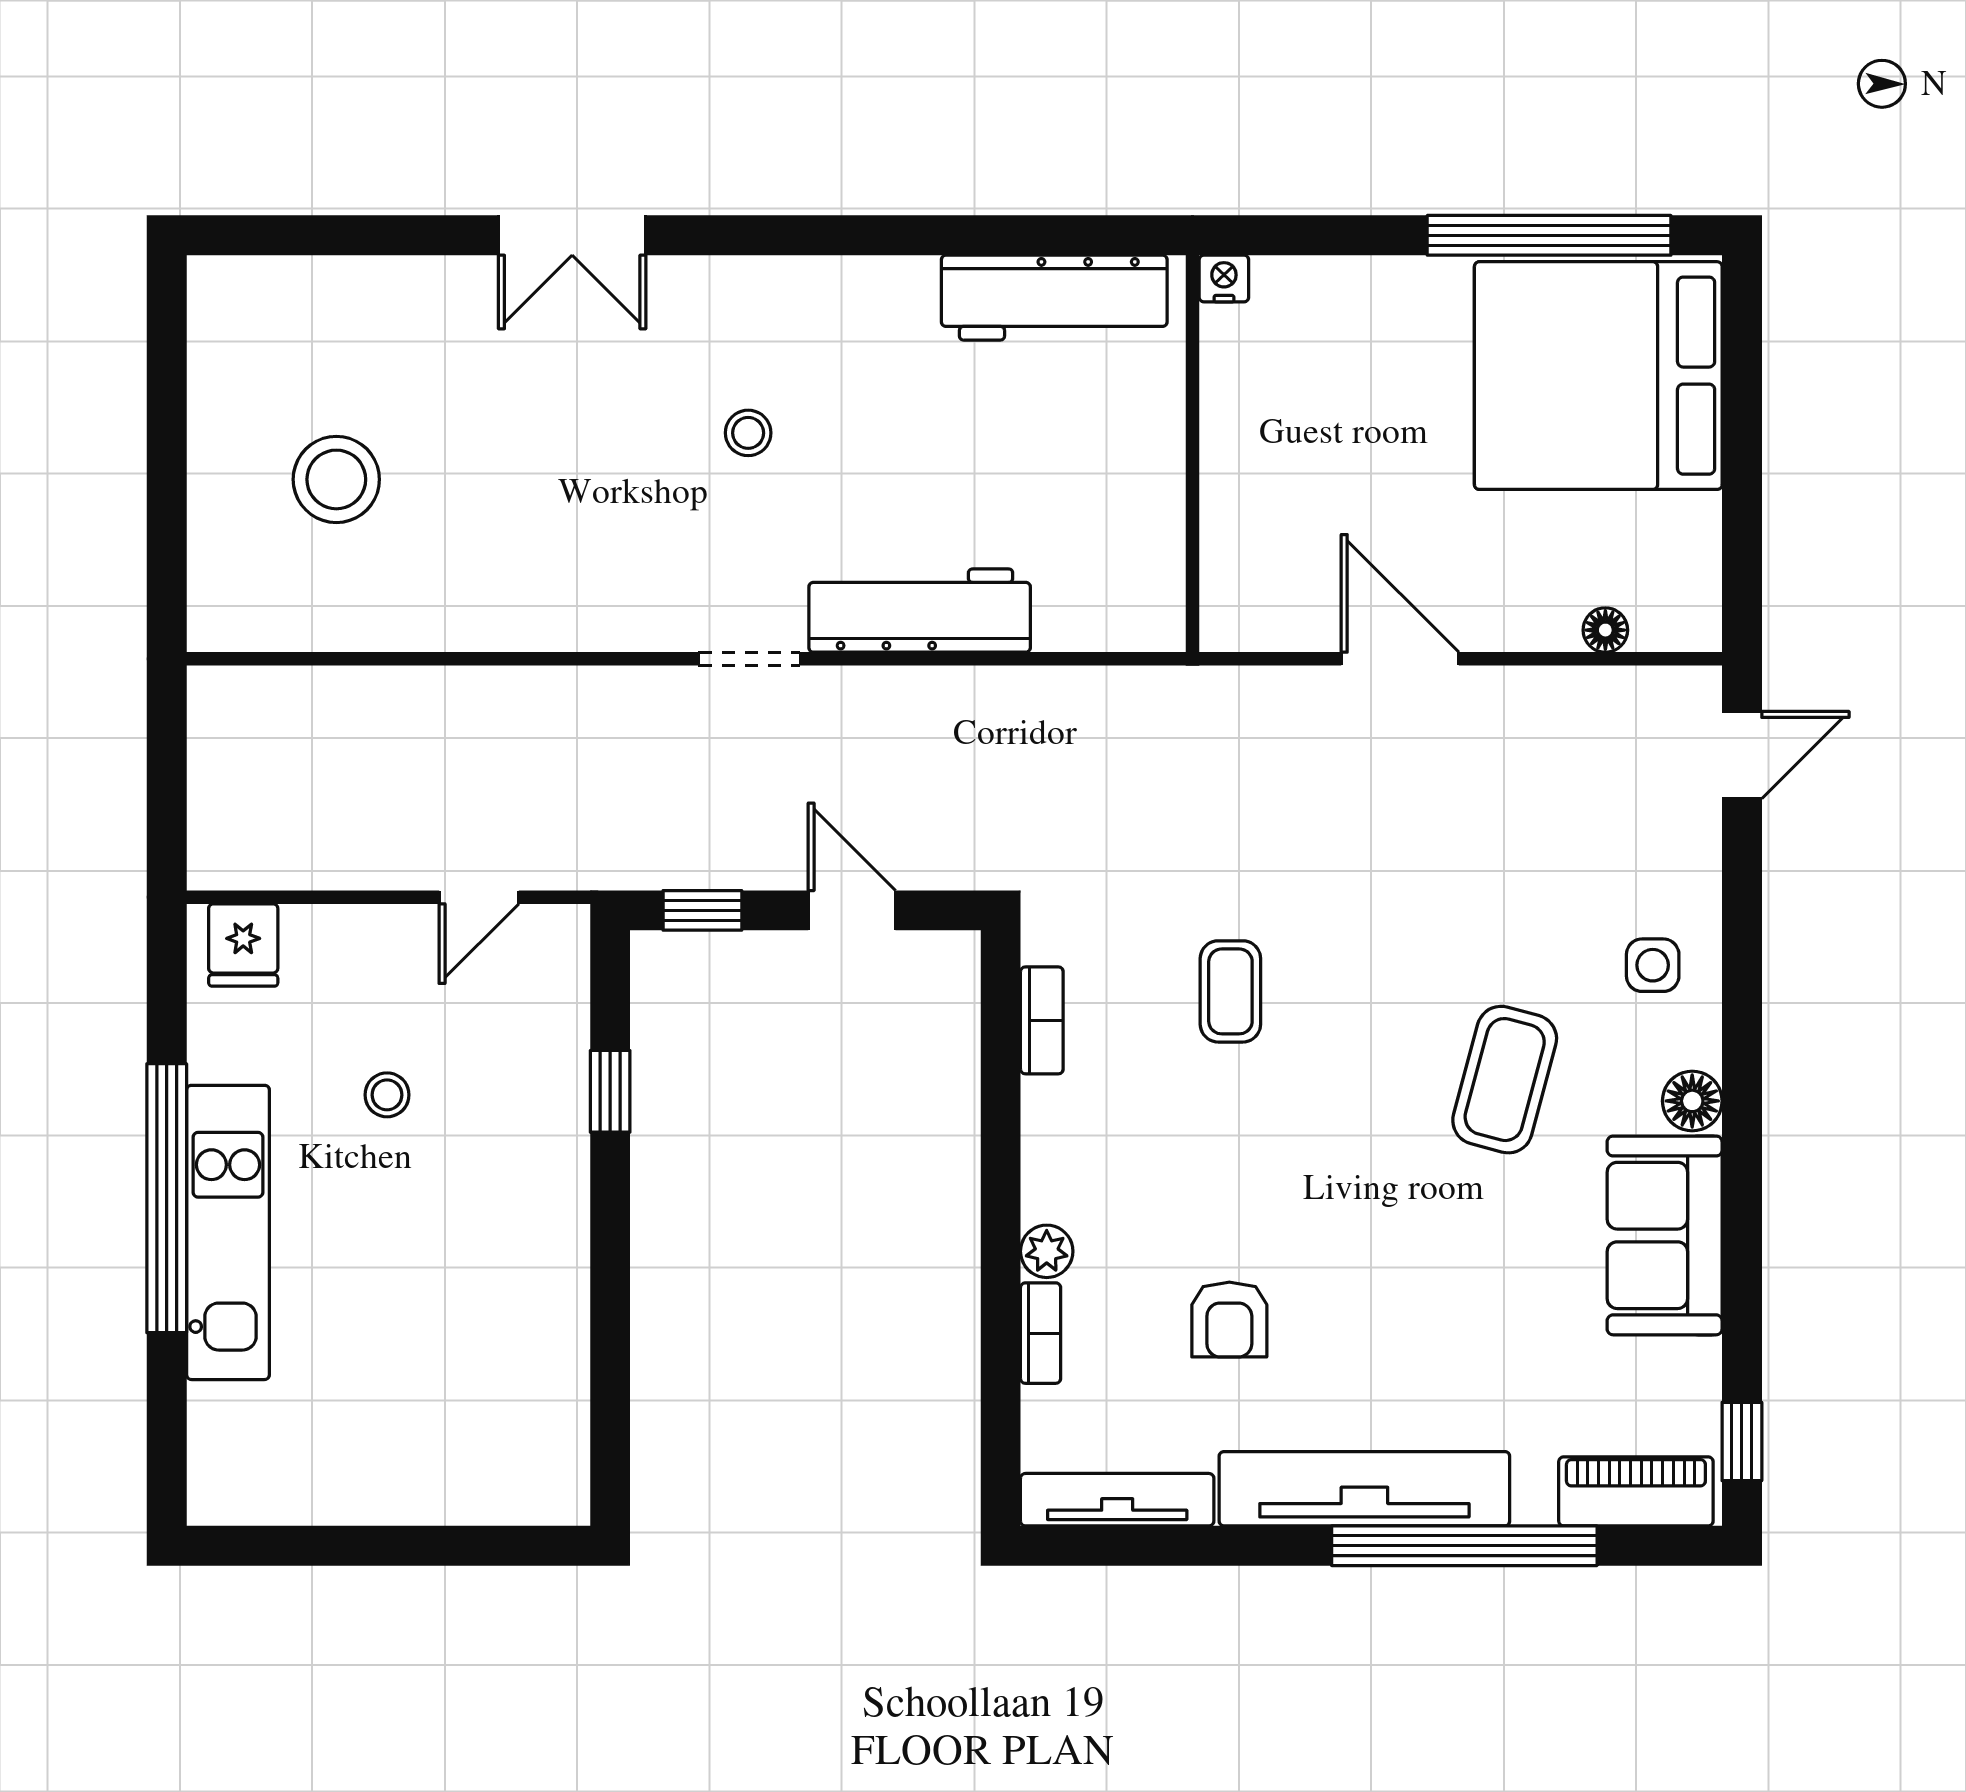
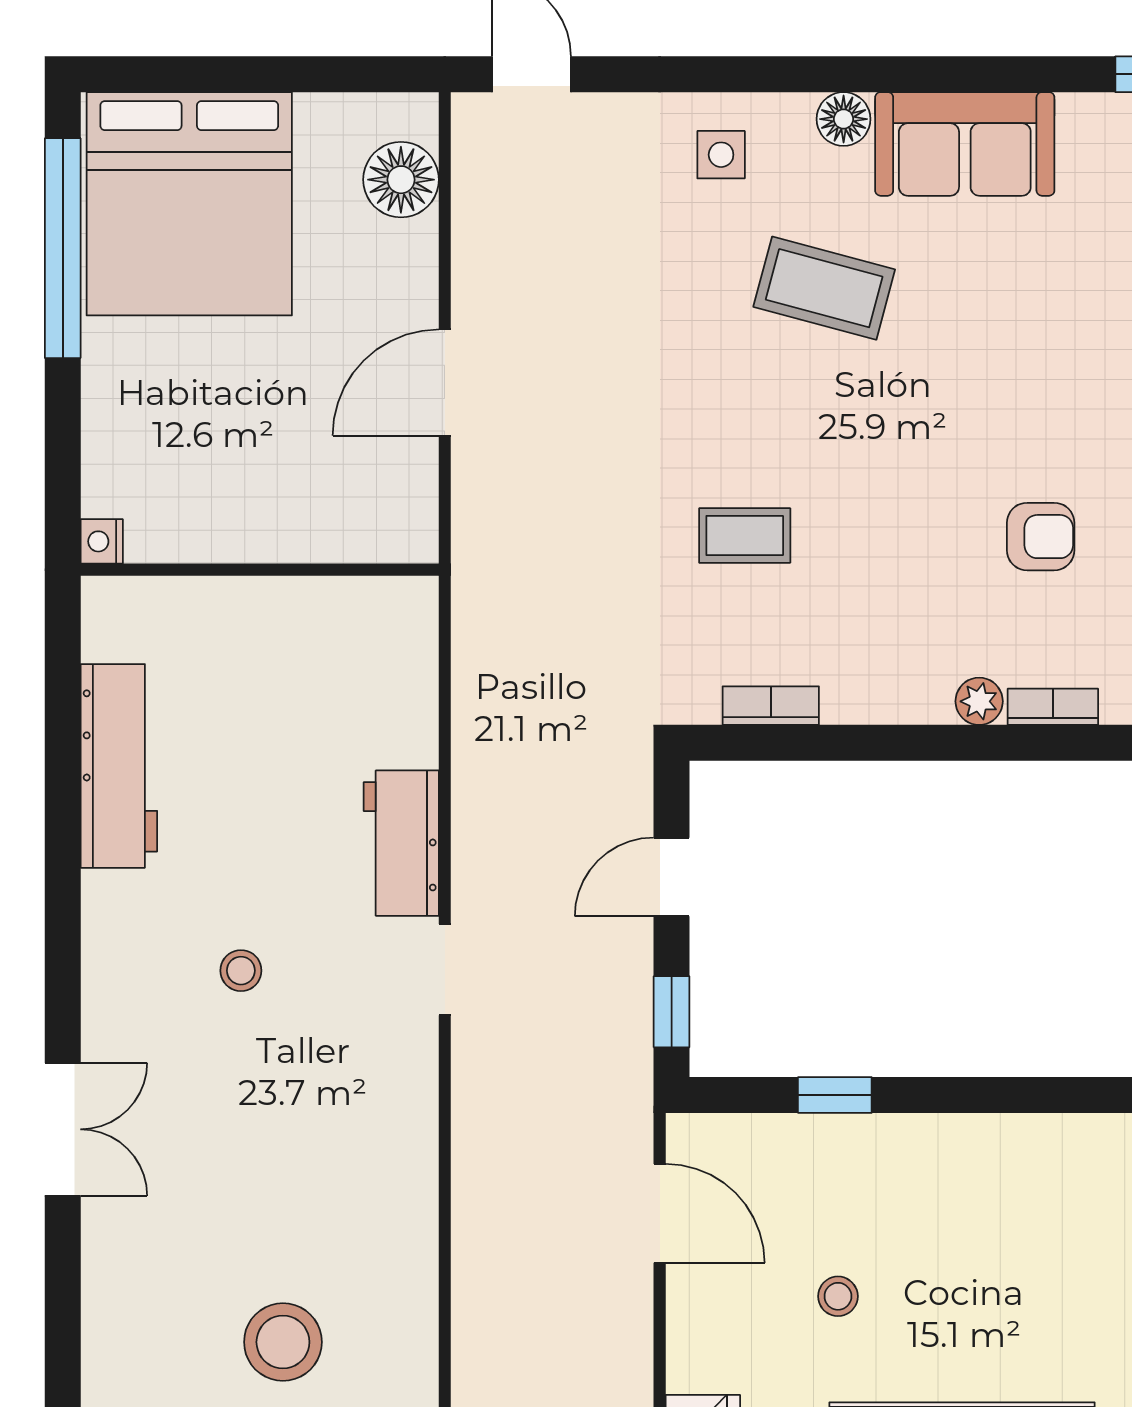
workbench: (1054, 298) -> (119, 766), moved
workbench: (920, 611) -> (401, 843), width x0.73
floor lamp: (1605, 630) -> (401, 180), width x1.89, depth x1.89
door: (479, 897) -> (660, 1213), width x1.38

